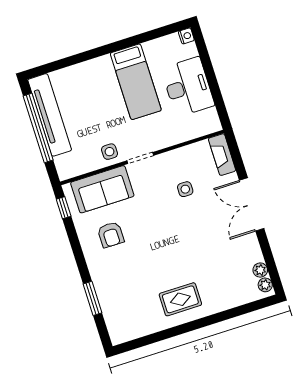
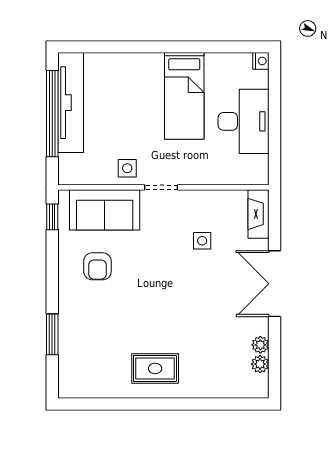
plant: (265, 285) -> (260, 345), moved

